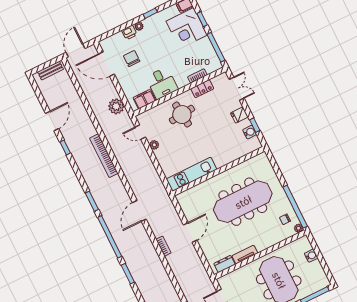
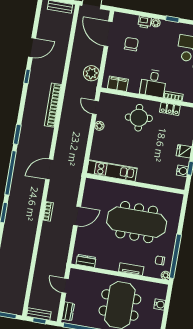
desk: (162, 83) -> (153, 83), moved
tv unit: (245, 254) -> (131, 269), moved

